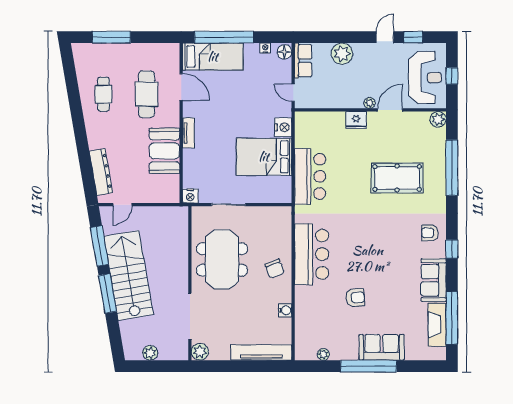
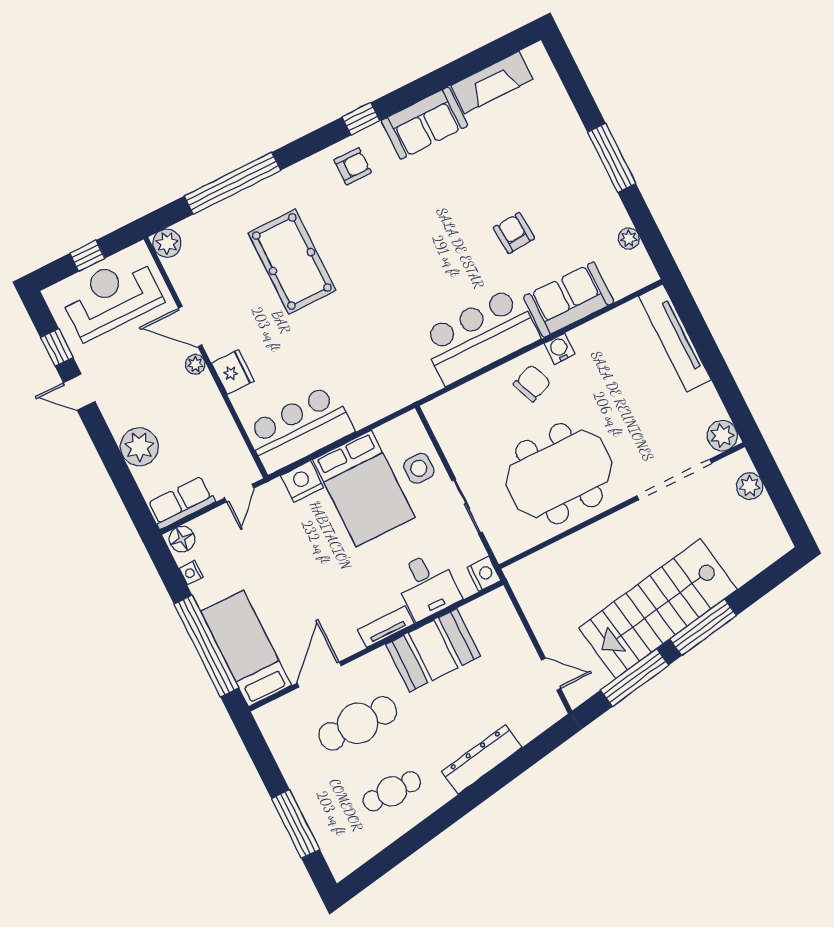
desk: (199, 164) -> (427, 586), added
dresser: (101, 172) -> (482, 759), moved
bar counter: (310, 176) -> (300, 429), moved
side table: (260, 190) -> (419, 468), added
armchair: (430, 233) -> (353, 166), turned -90
water cooler: (285, 310) -> (560, 349), moved
window: (452, 318) -> (470, 64), removed
sofa: (382, 347) -> (569, 300), moved, turned 90
plant: (150, 353) -> (750, 486), moved
window: (369, 366) -> (612, 158), width x0.68

